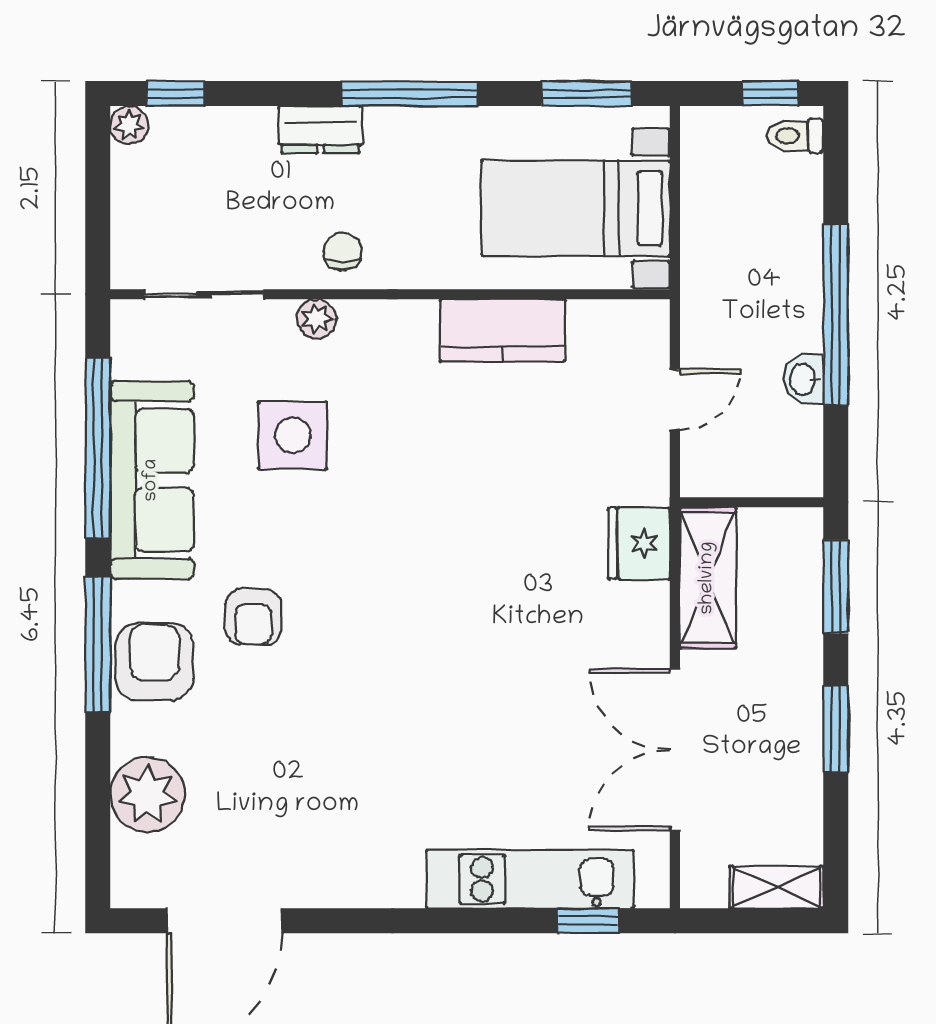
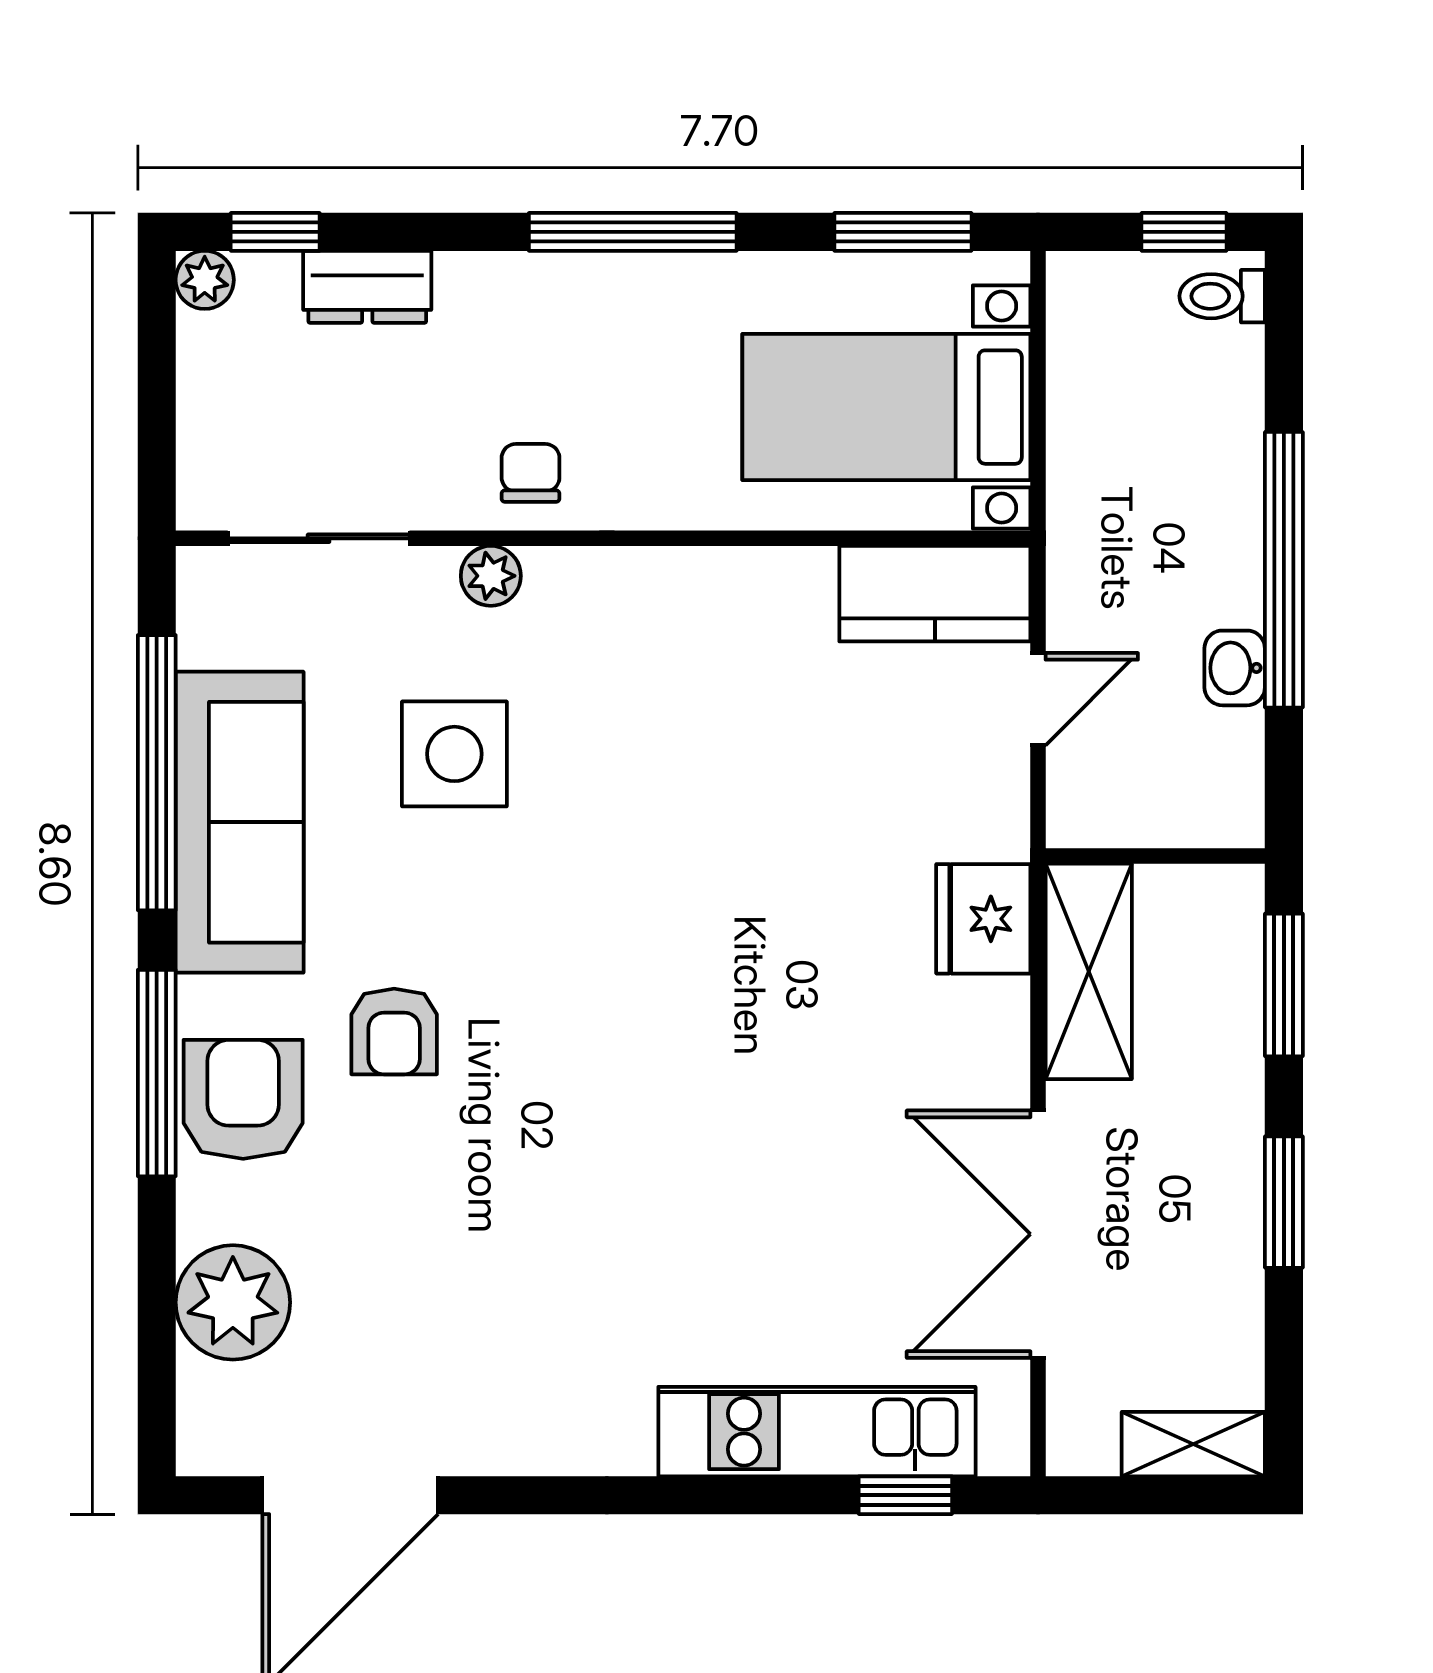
dresser: (320, 130) -> (367, 287), moved
kitchen counter: (502, 330) -> (935, 594), moved

